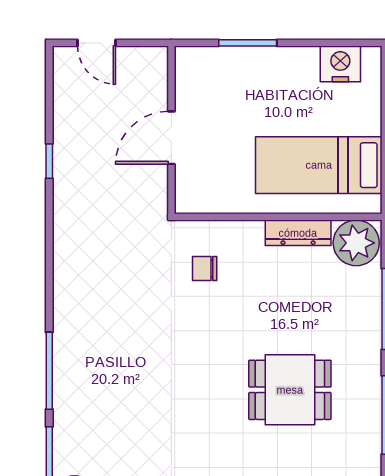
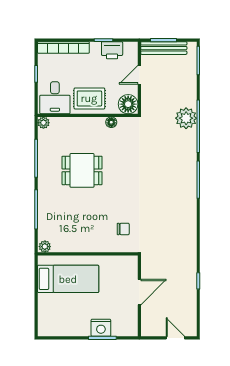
nightstand: (340, 64) -> (101, 328), moved
dresser: (298, 233) -> (78, 246), removed
plant: (356, 243) -> (45, 247), width x0.53, depth x0.53

